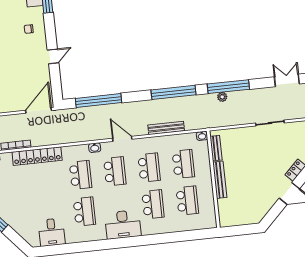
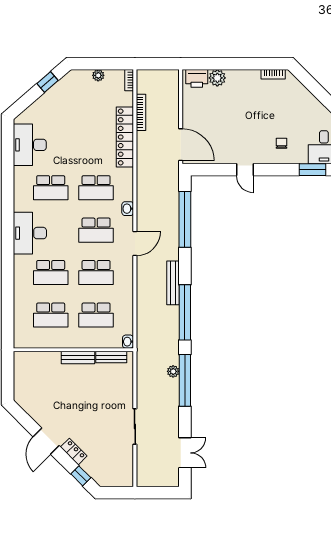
bench: (166, 128) -> (173, 283), moved
bench: (220, 180) -> (78, 357), width x0.73
desk: (52, 232) -> (30, 145), width x1.37

